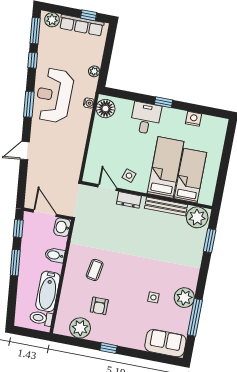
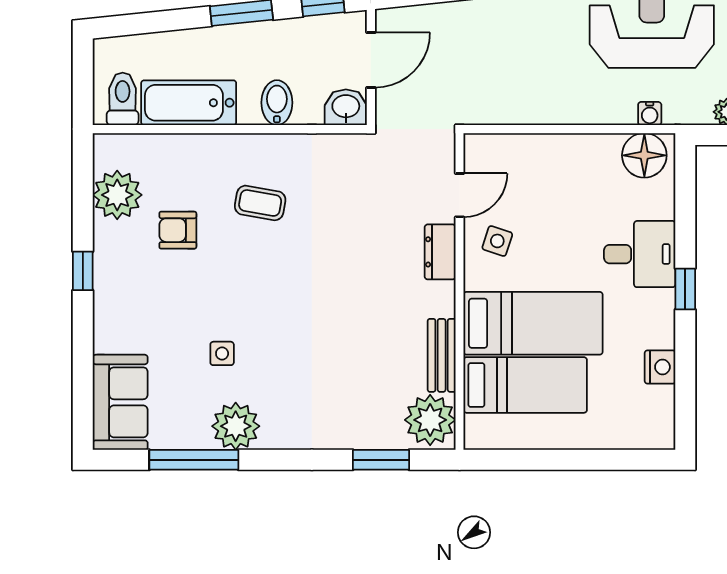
bench: (166, 206) -> (442, 355), width x0.73

